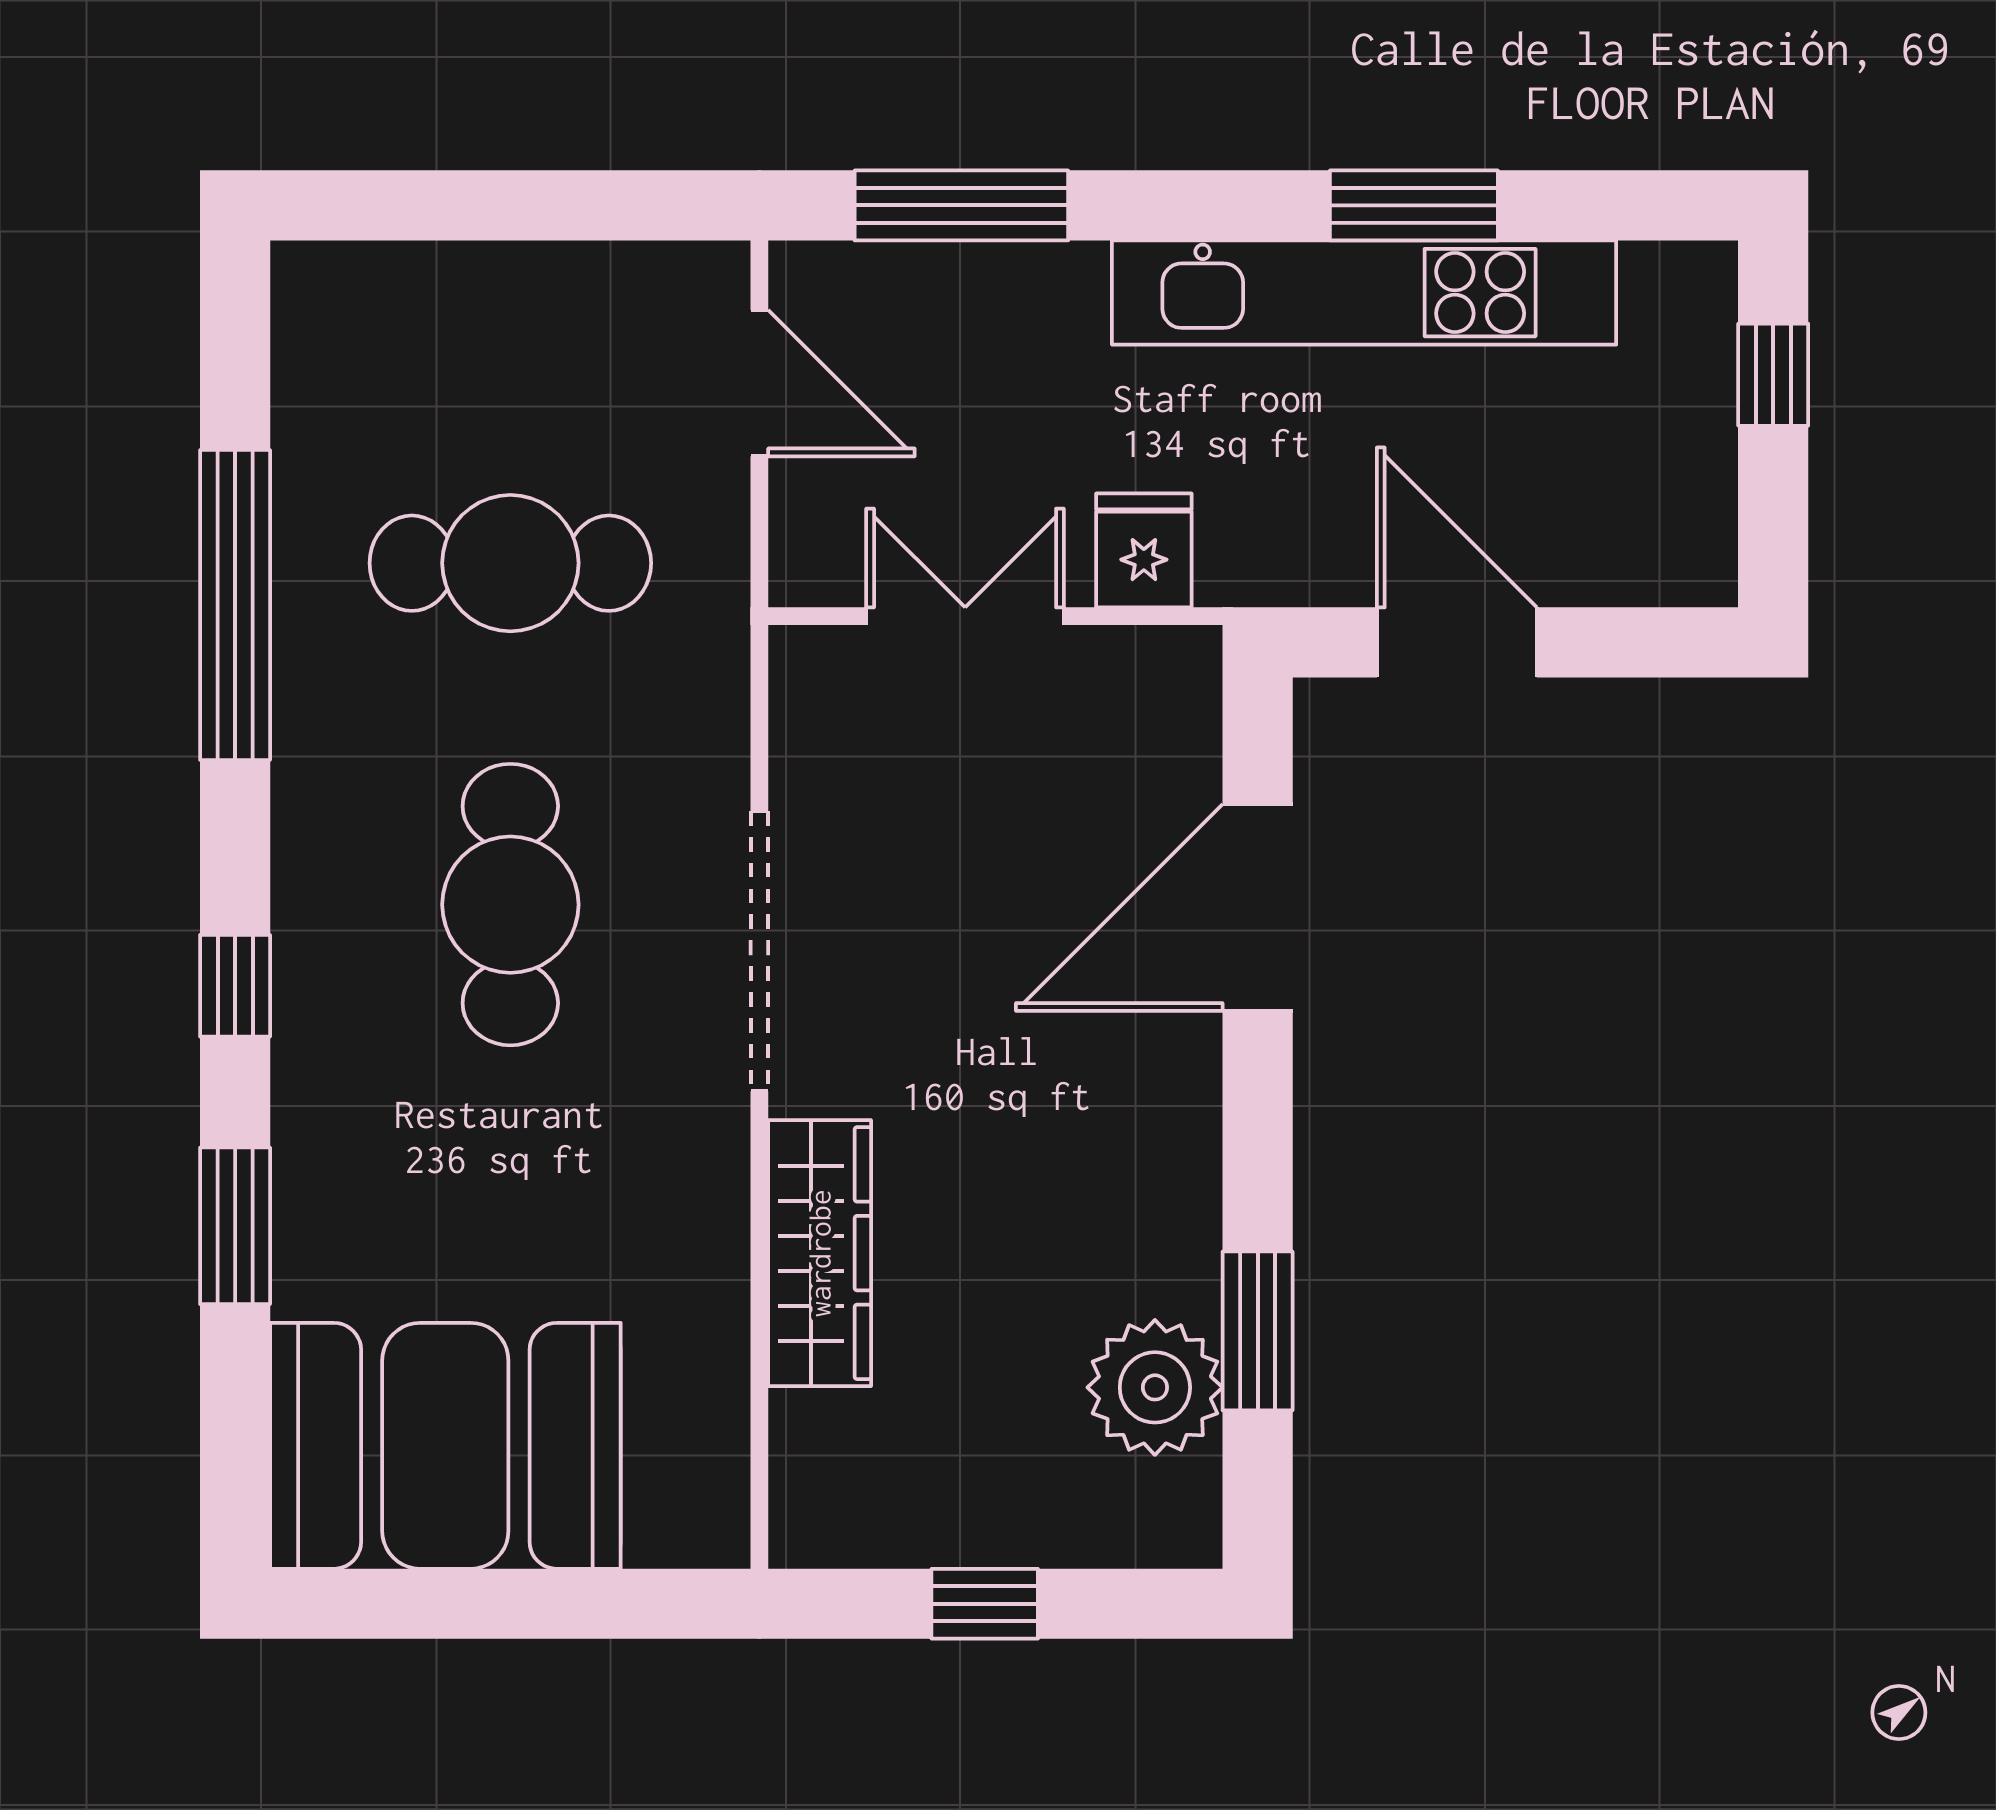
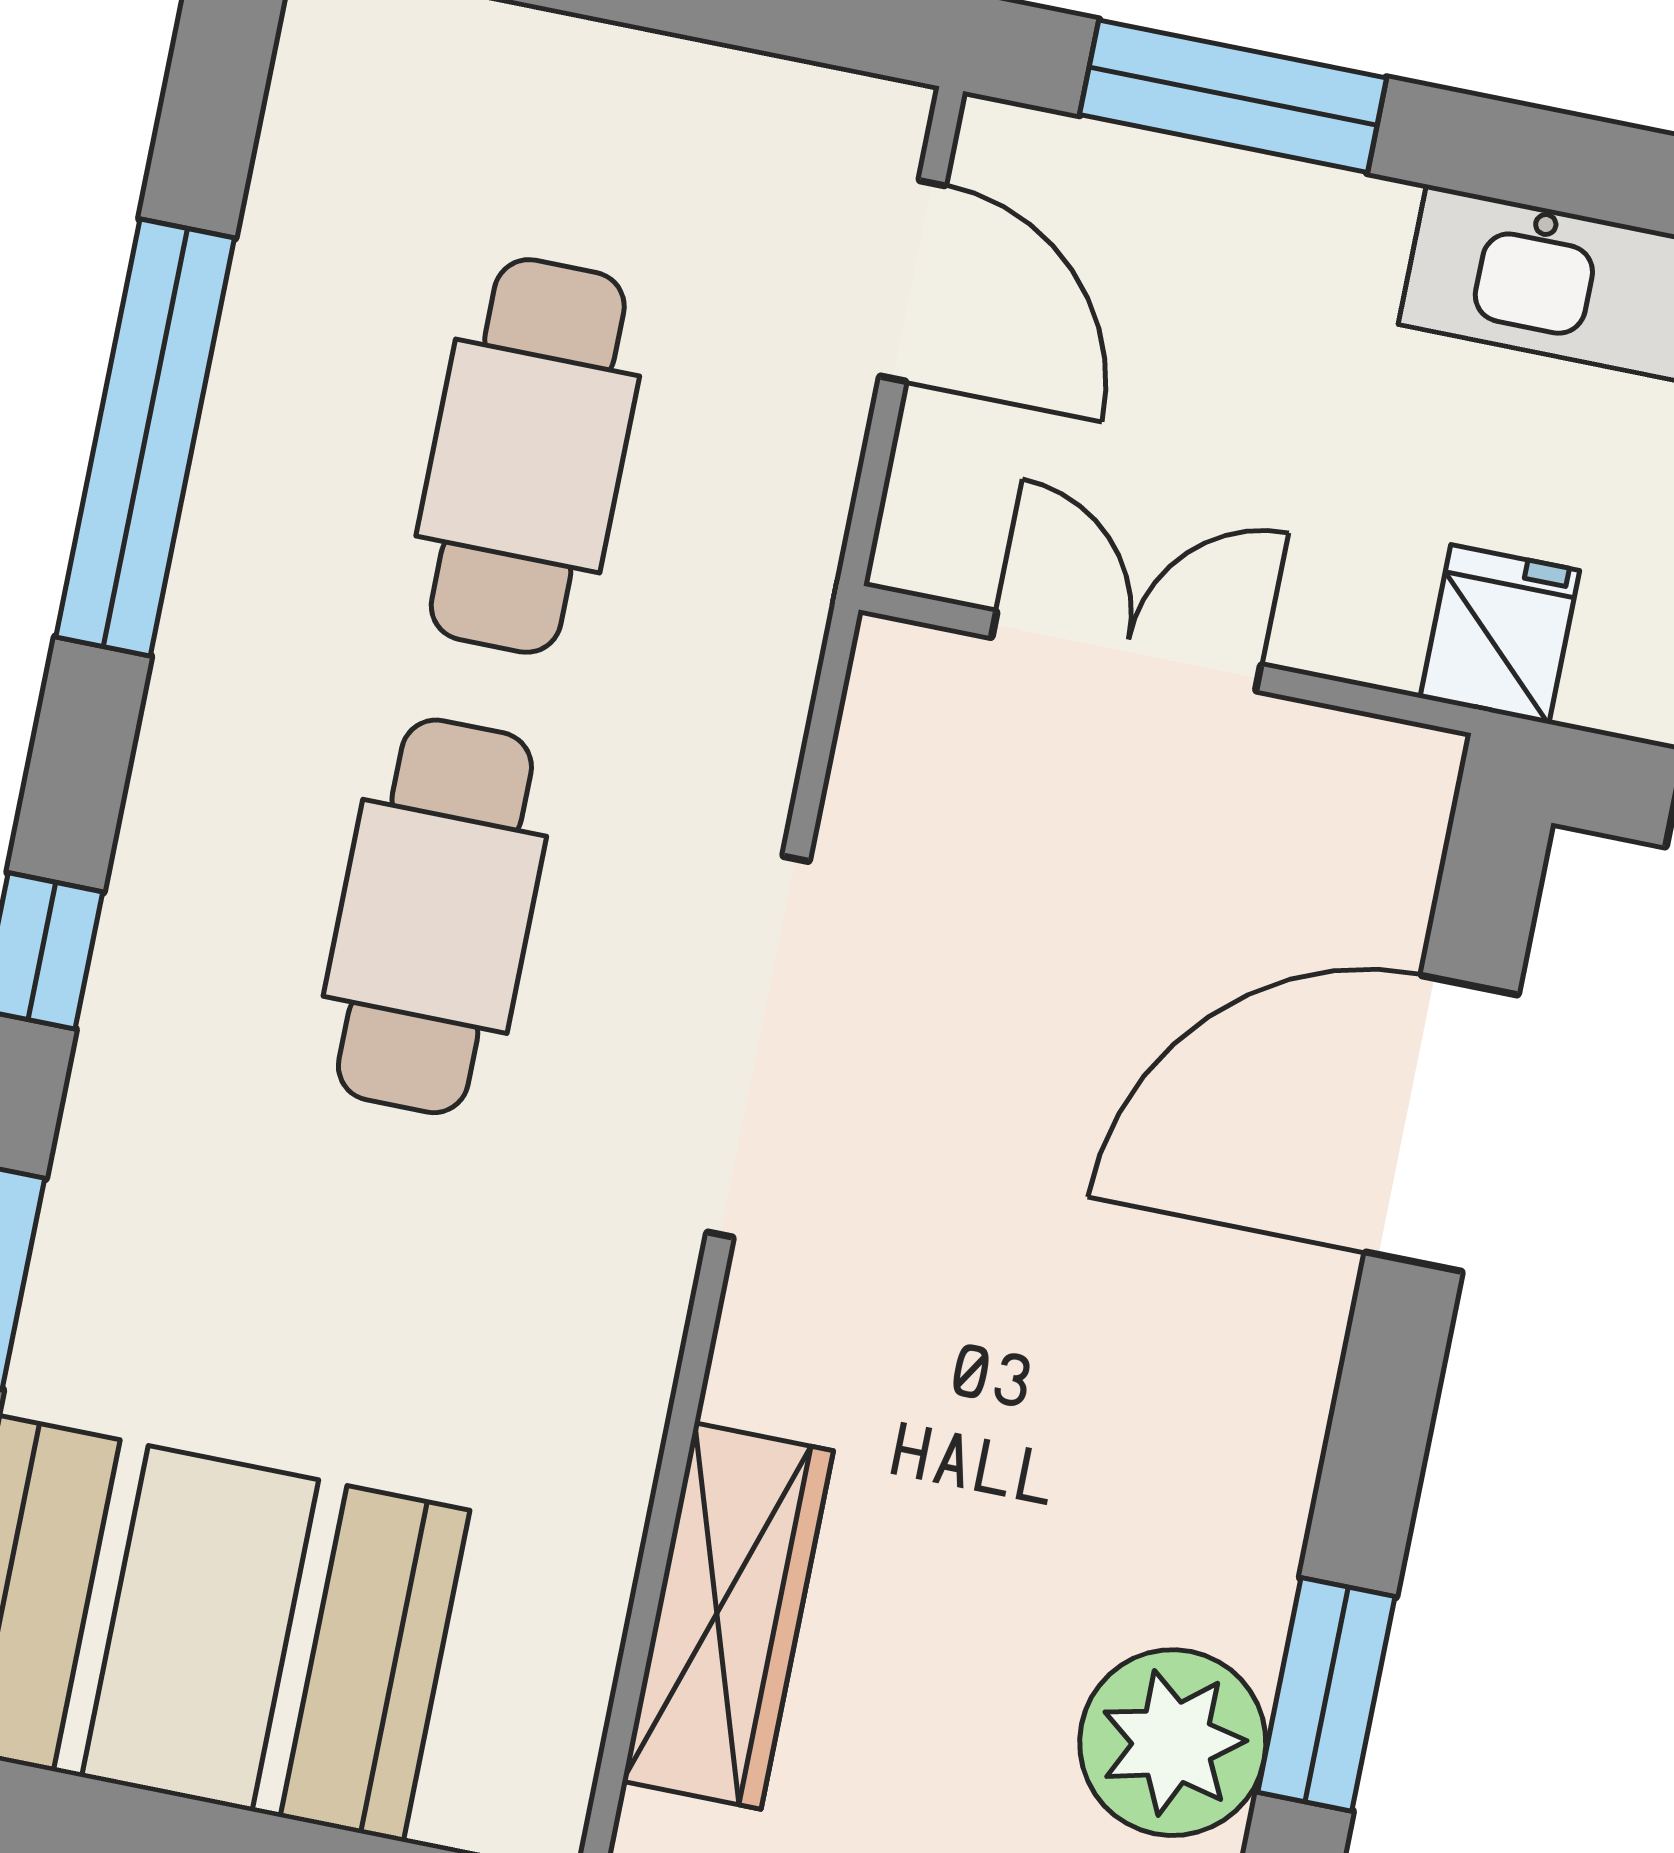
fridge: (1144, 550) -> (1500, 634), moved
cafe table: (510, 563) -> (528, 456), turned 90
wardrobe: (820, 1253) -> (728, 1616), moved

